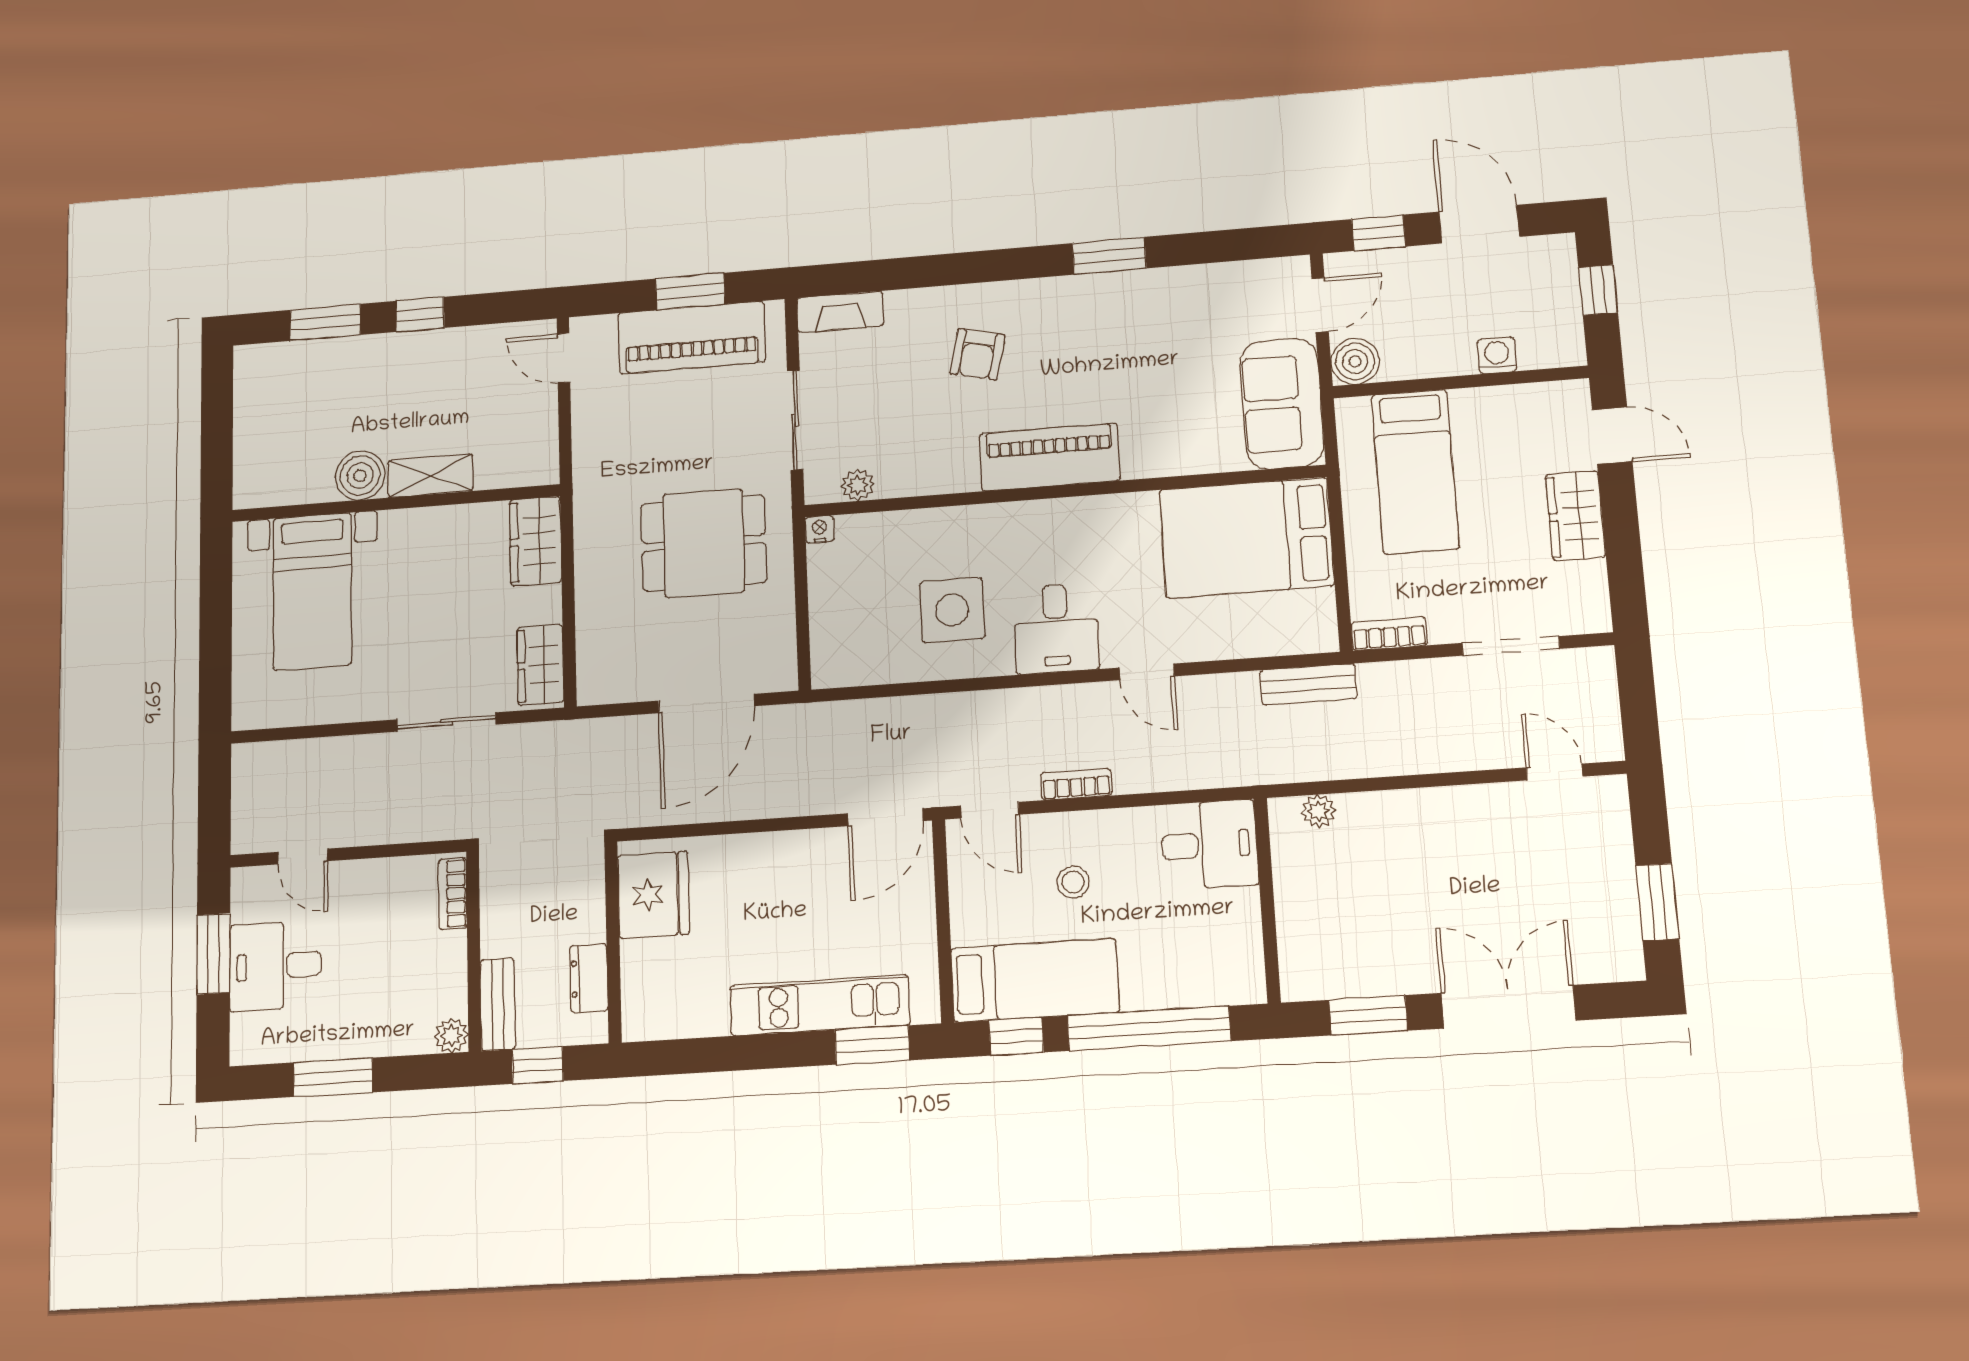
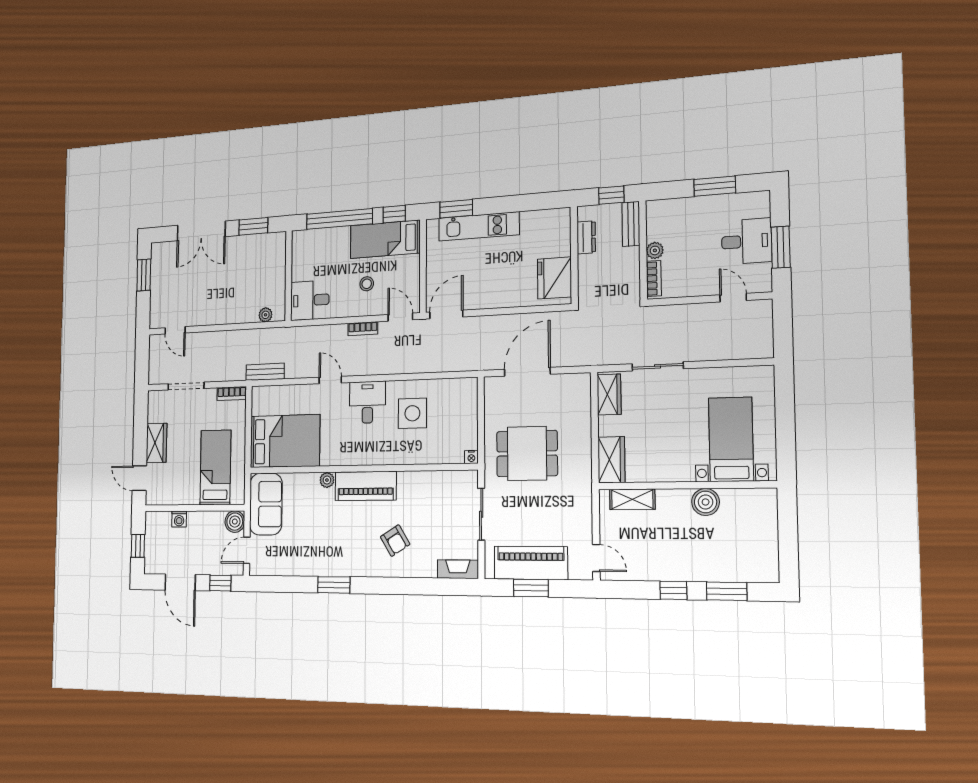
armchair: (977, 354) -> (395, 541), turned 135
shelving: (430, 476) -> (632, 499), moved
plant: (858, 485) -> (327, 480), moved
plant: (451, 1036) -> (655, 250), moved

